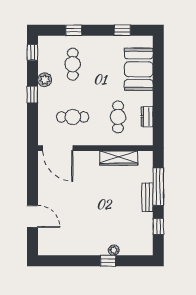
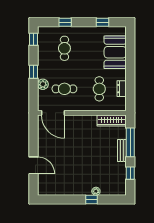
plant: (45, 80) -> (43, 84), moved
wardrobe: (119, 158) -> (112, 121), moved

